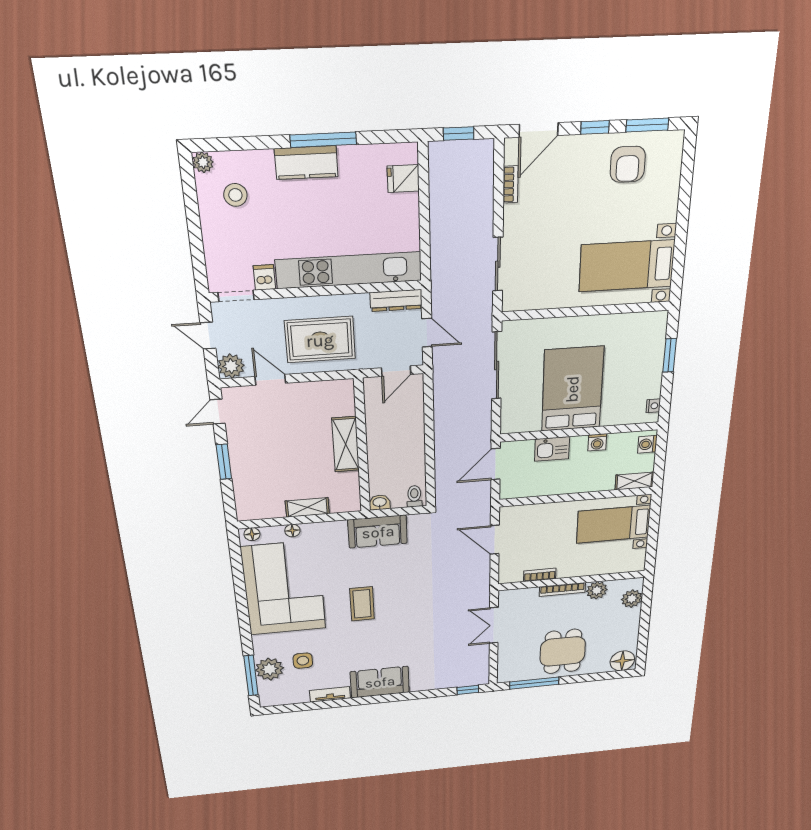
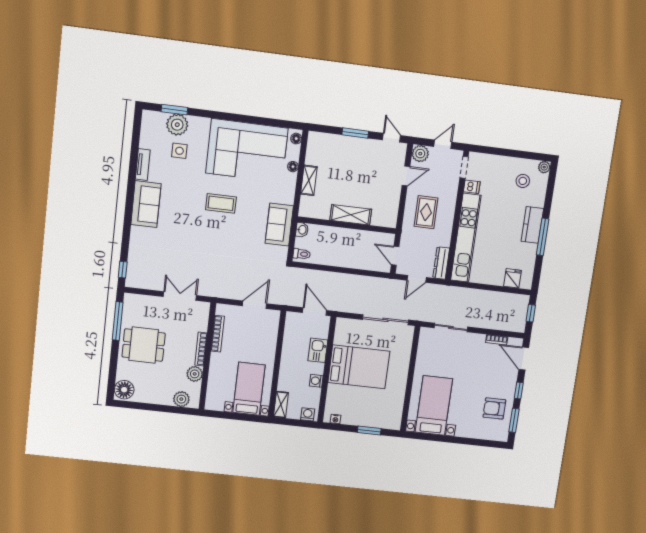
rug: (320, 340) -> (426, 212), width x0.73, depth x0.70
bookcase: (540, 575) -> (218, 334), width x1.56
window: (251, 676) -> (174, 110), width x0.69

